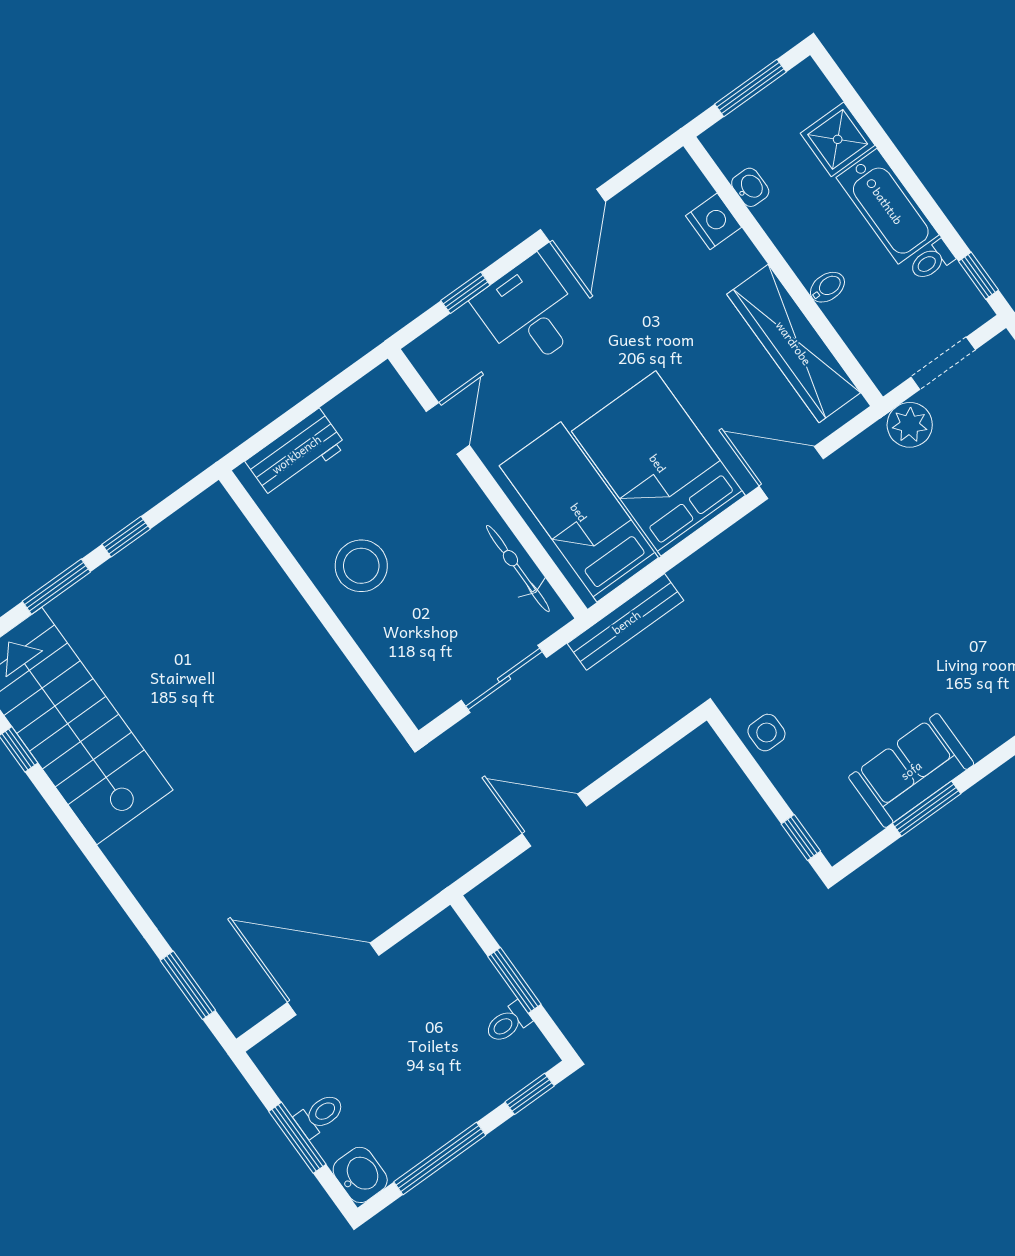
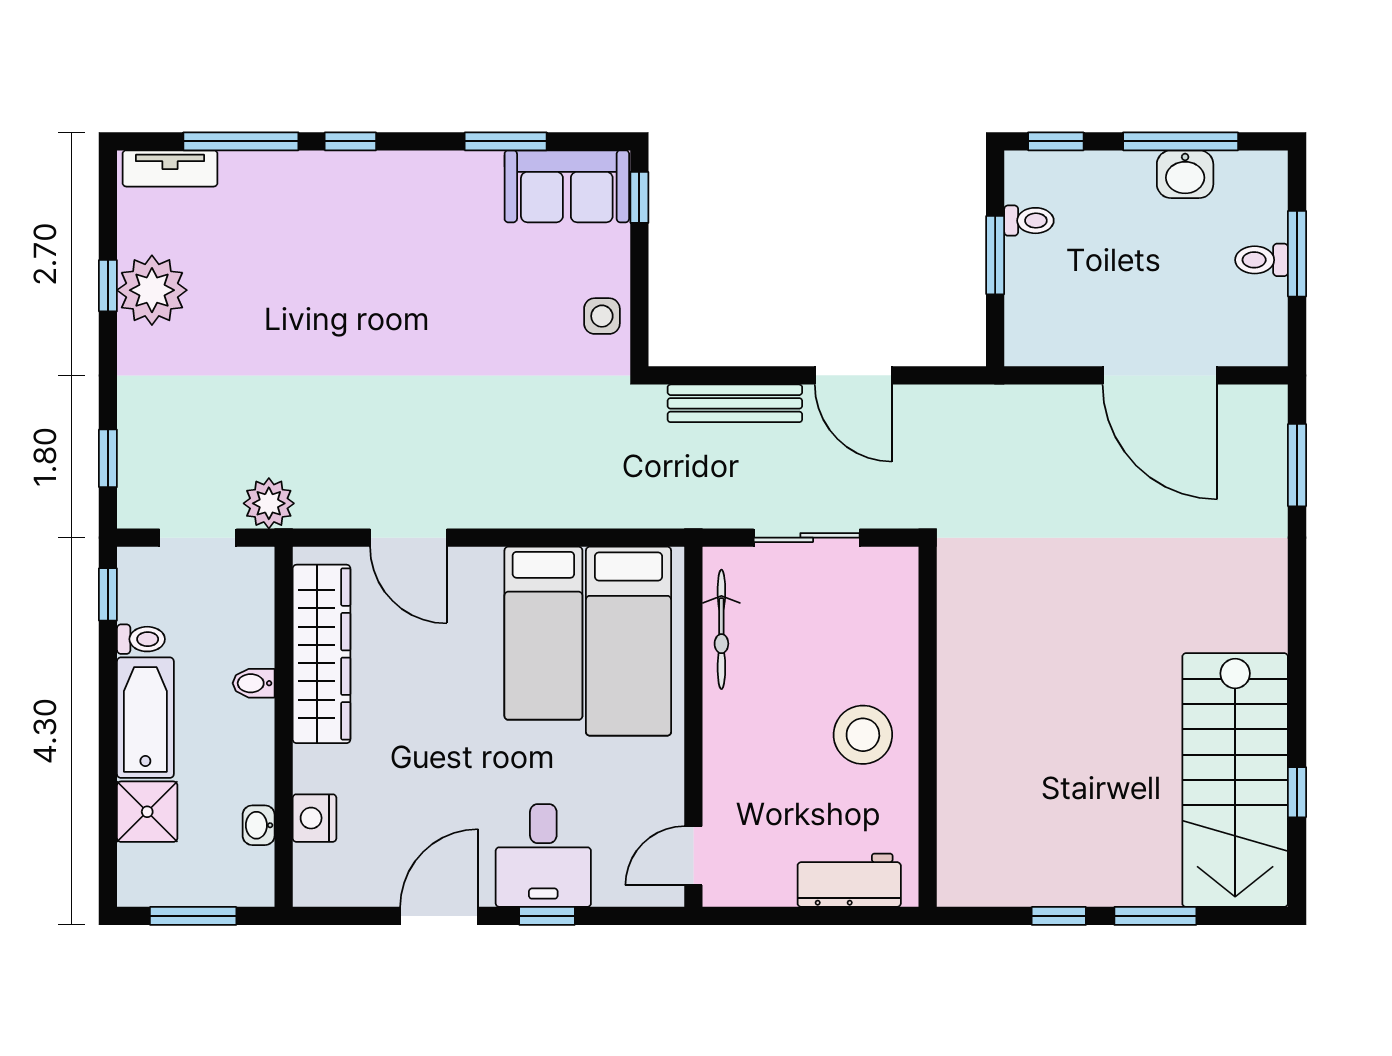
window: (465, 293) -> (547, 916), moved
door: (448, 428) -> (693, 856), moved
bed: (658, 463) -> (543, 633), width x0.67
bench: (626, 622) -> (735, 403), moved
sofa: (911, 770) -> (567, 186), moved
washbasin: (360, 1175) -> (1185, 174), moved, turned -90

